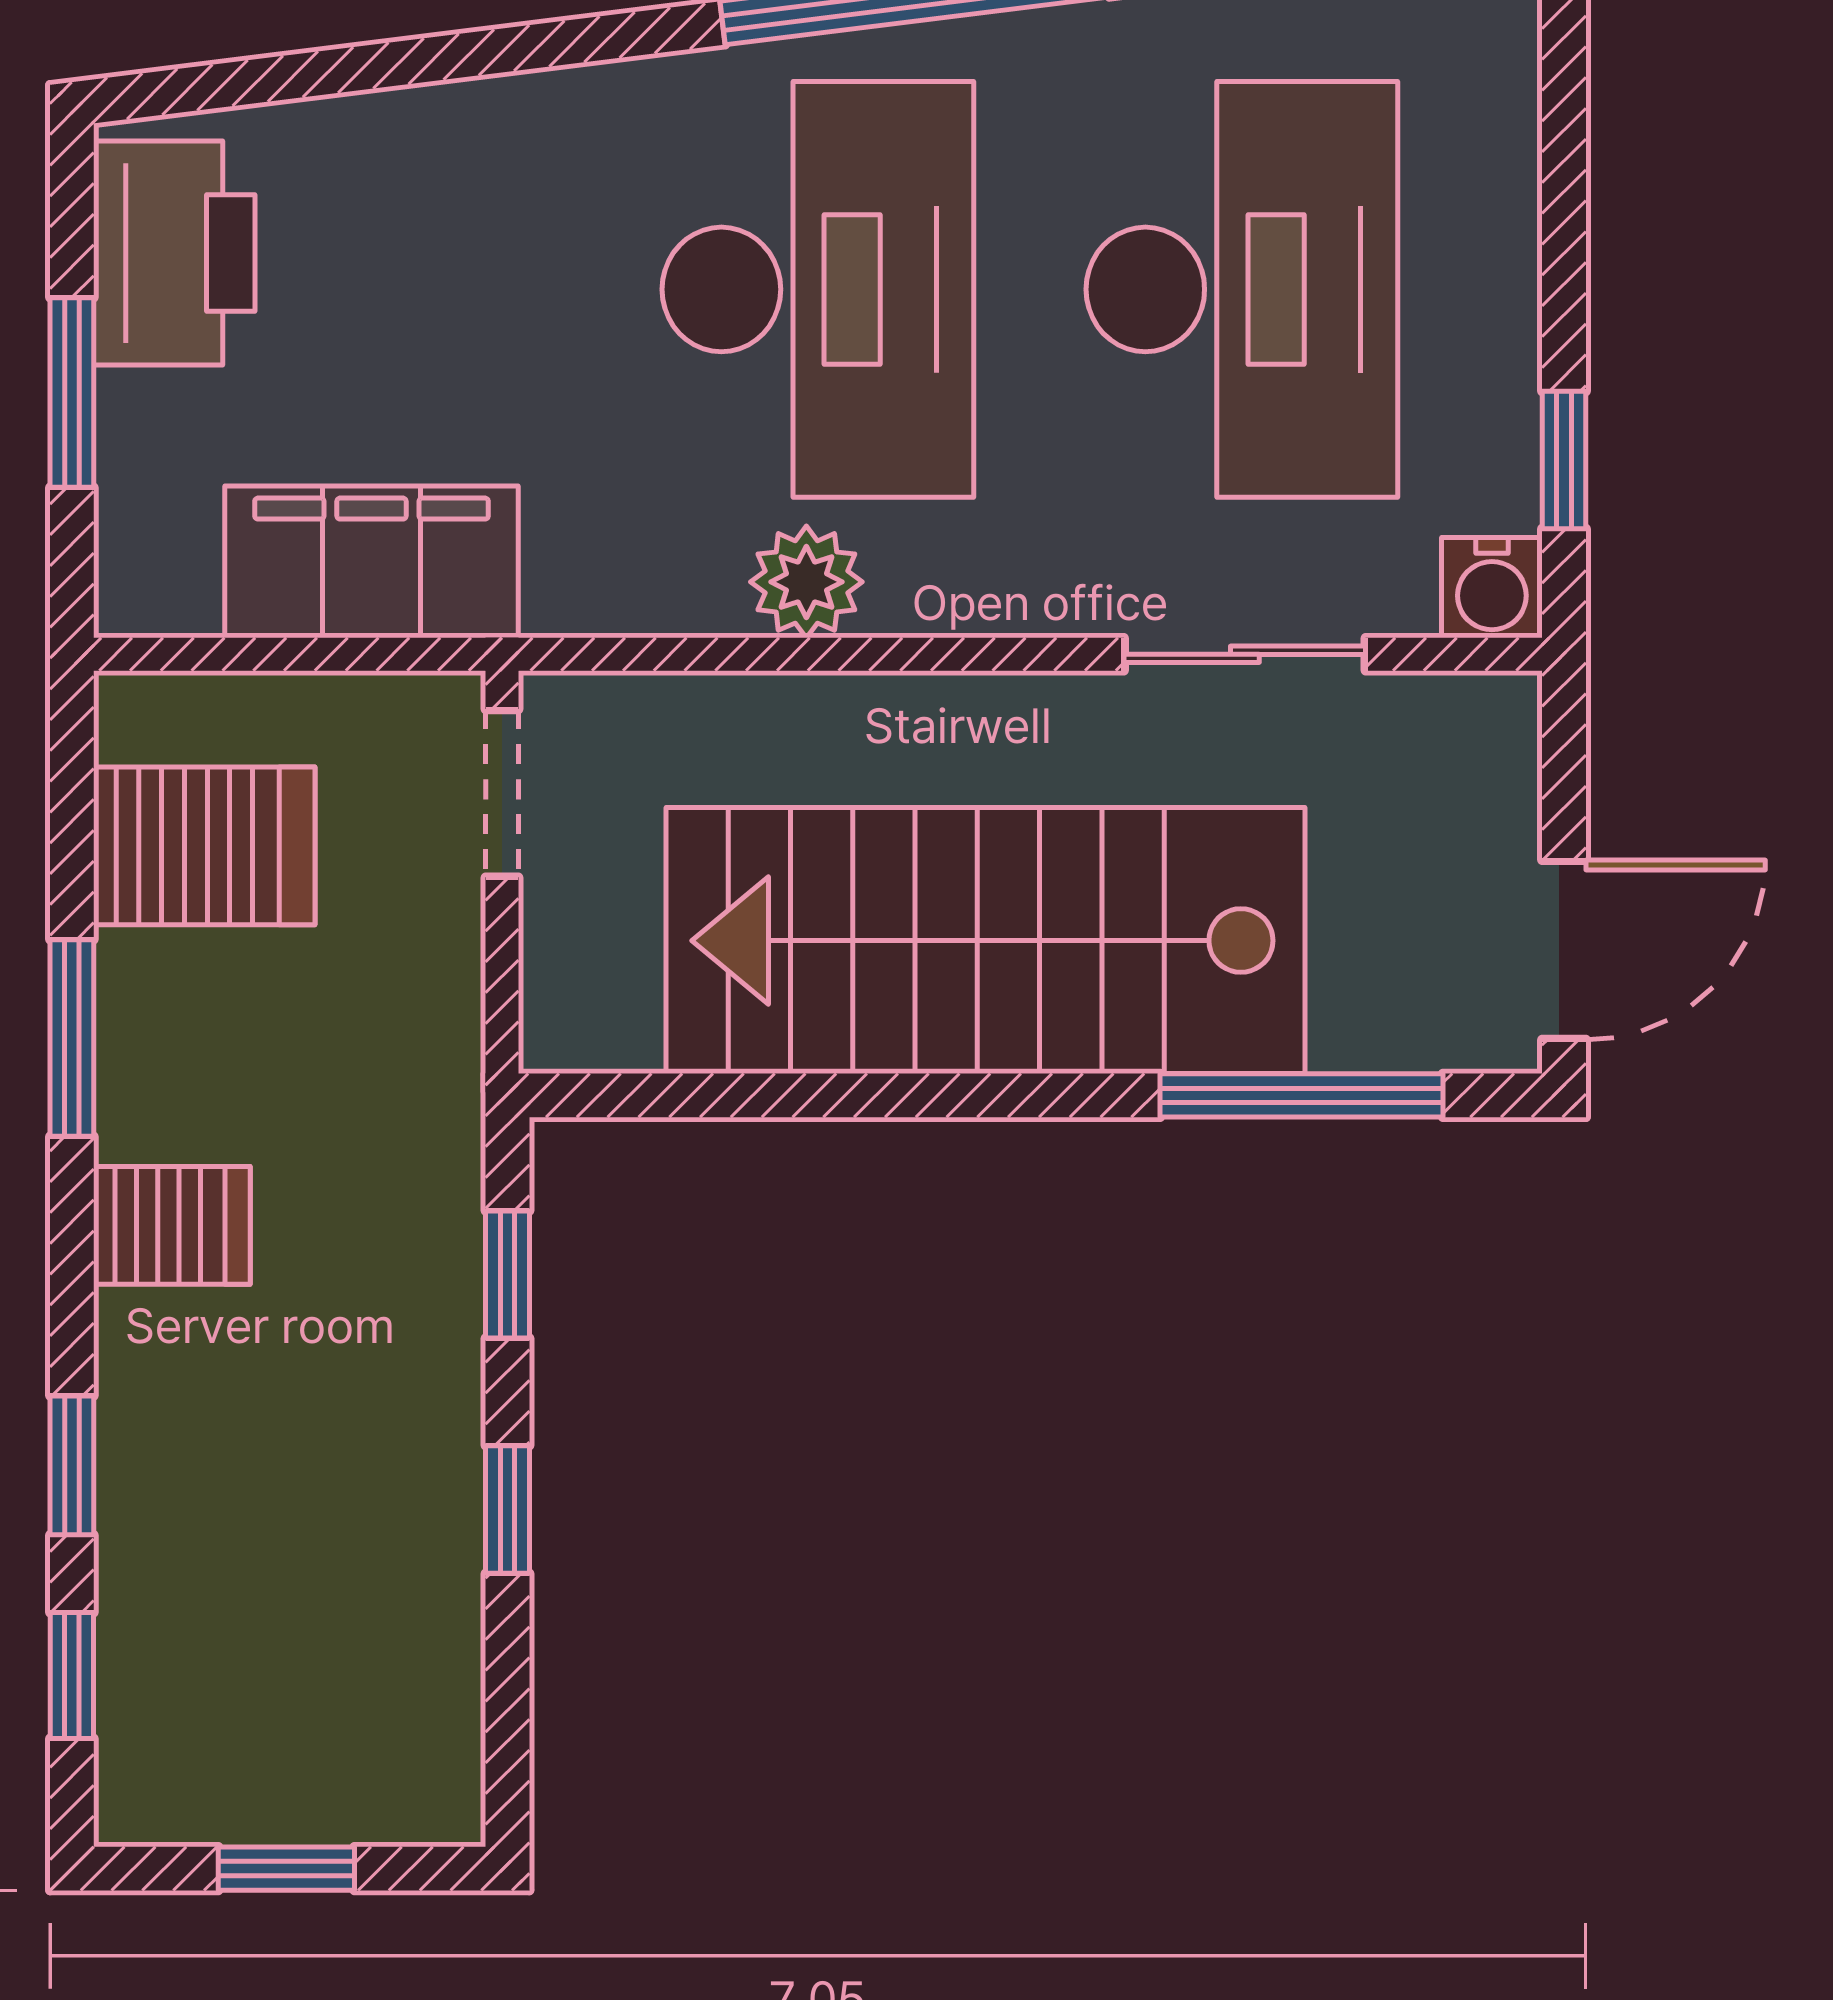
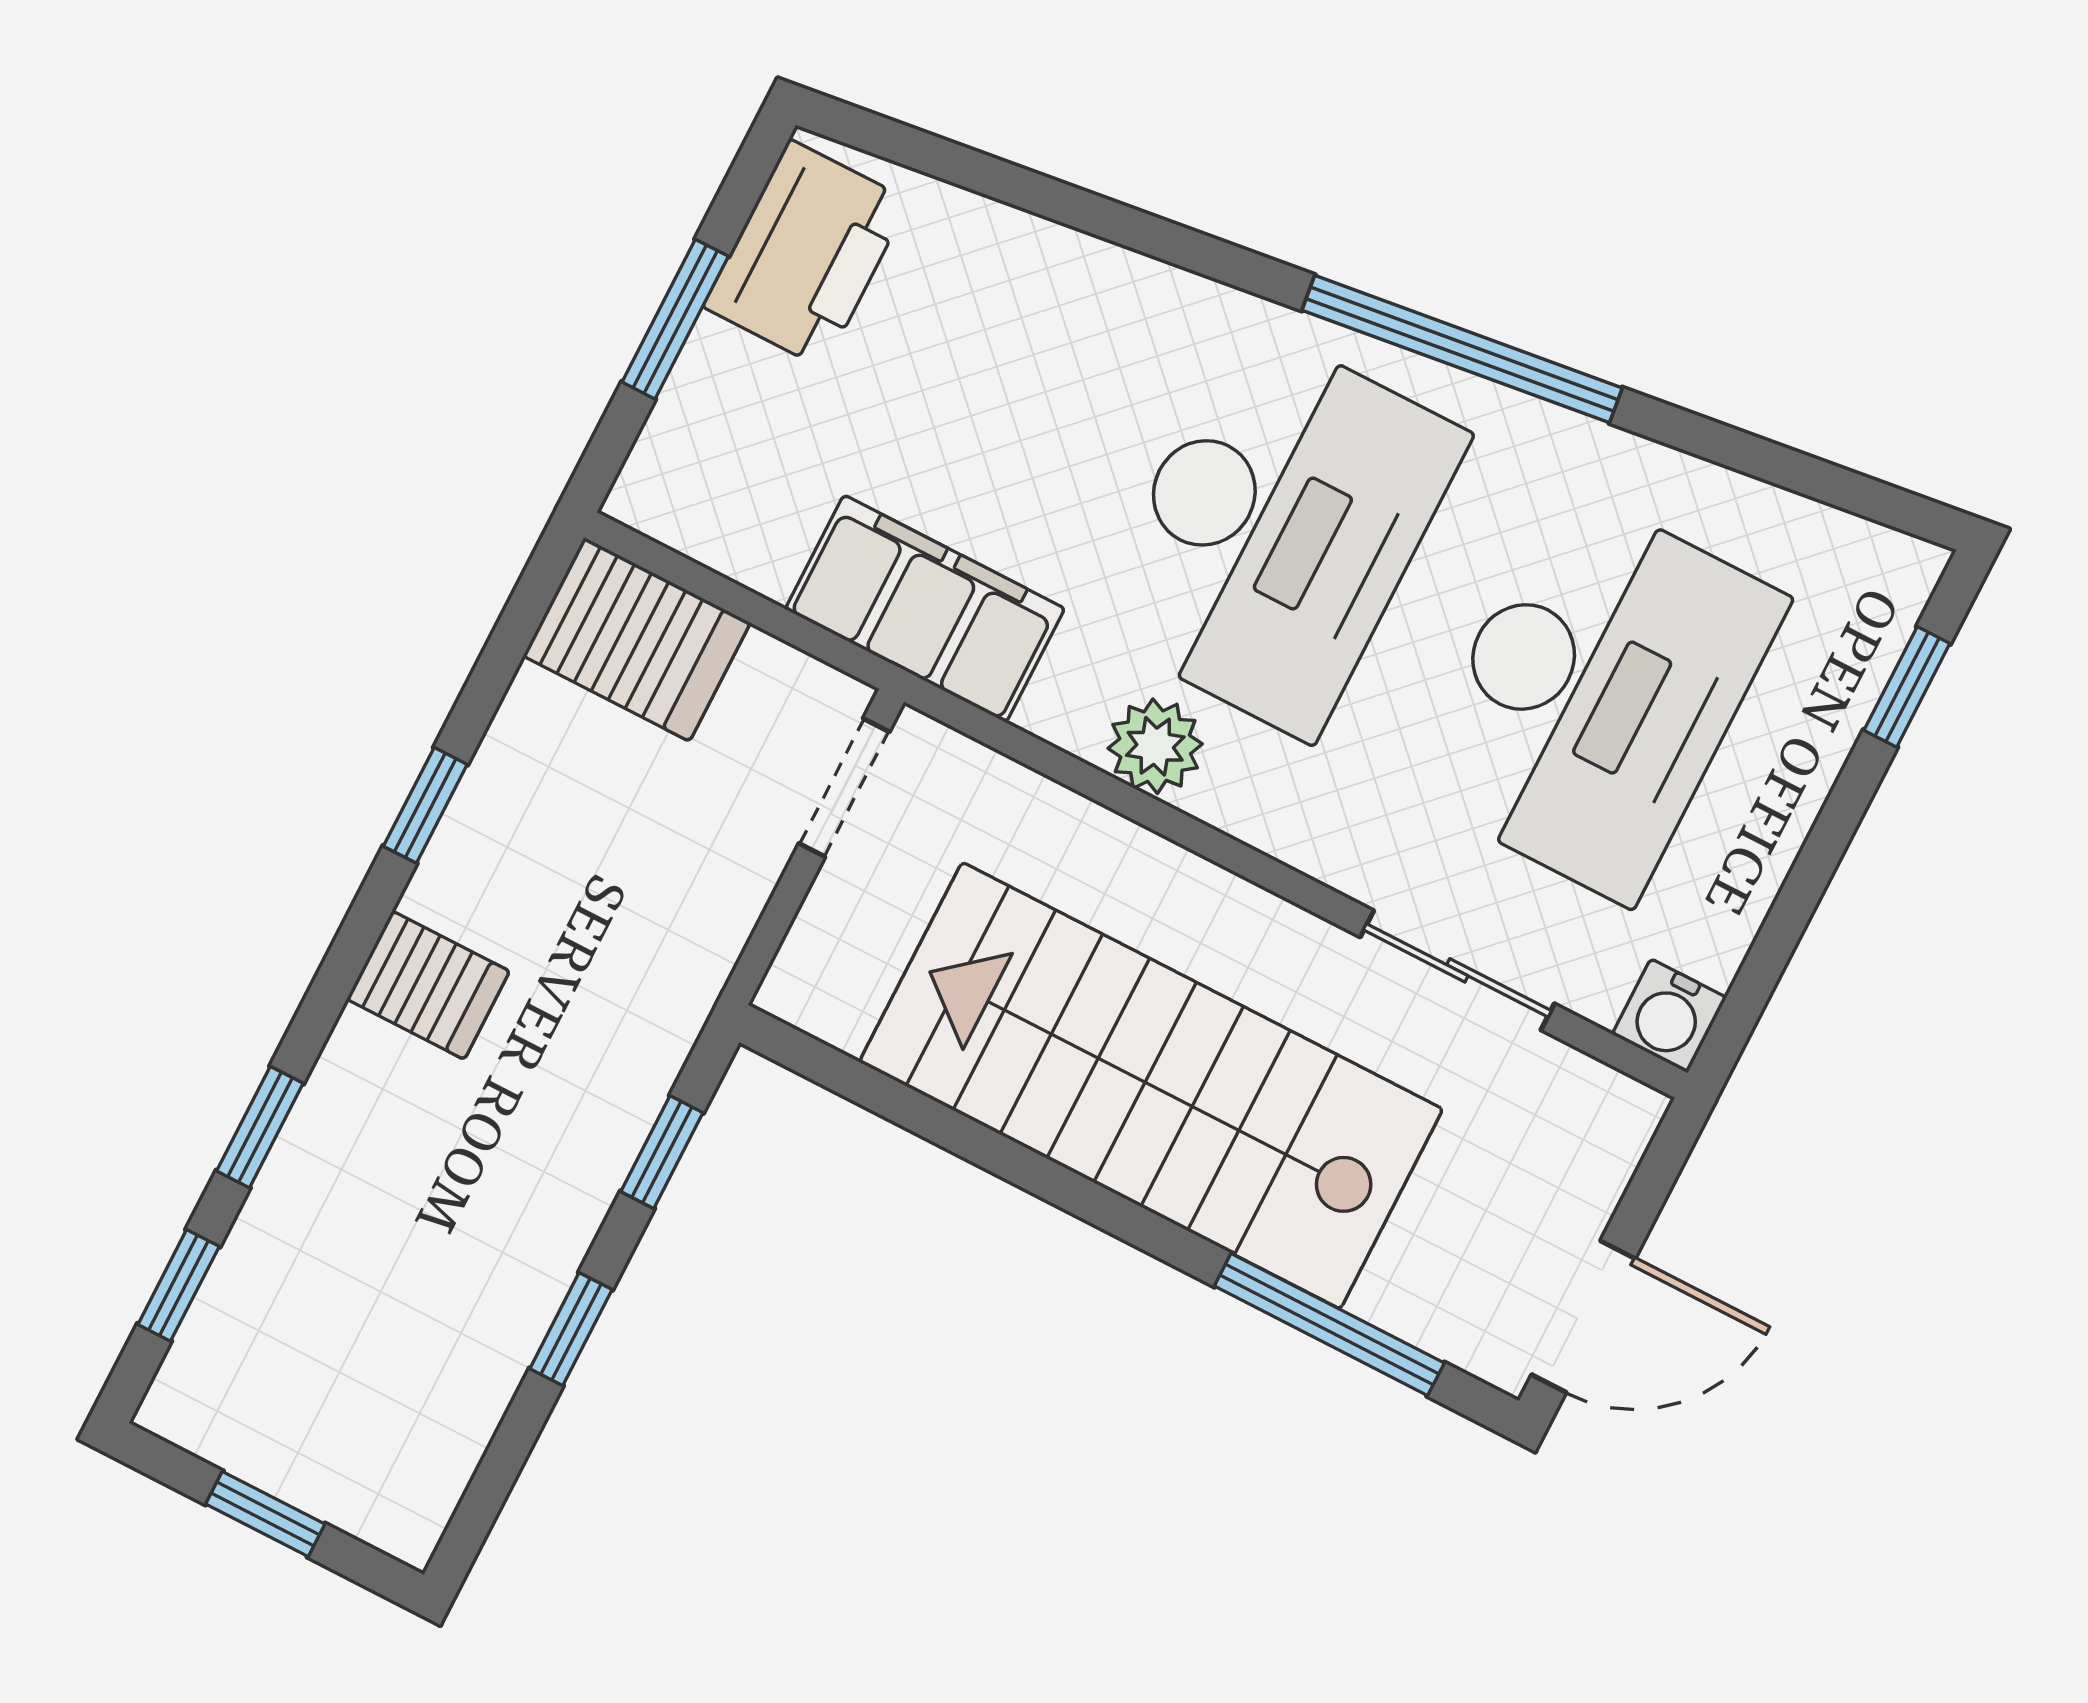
window: (1564, 460) -> (1907, 687), moved
filing cabinet: (372, 562) -> (925, 609), moved
server rack: (204, 846) -> (637, 639), moved
window: (72, 1038) -> (425, 805), width x0.67

